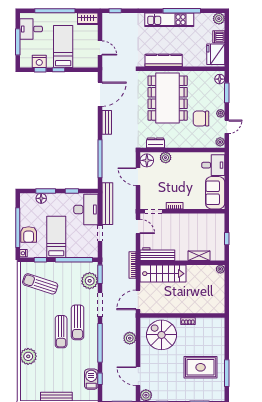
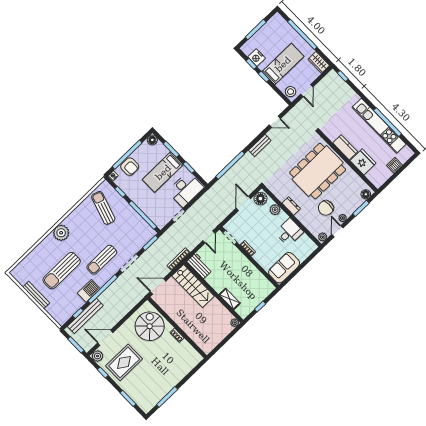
plant: (219, 19) -> (407, 153), removed
kitchen unit: (169, 20) -> (379, 126), width x1.36
desk: (31, 29) -> (274, 30), removed
fridge: (216, 54) -> (363, 162), moved, turned 90
kitchen counter: (164, 60) -> (345, 147), width x0.67
stool: (89, 61) -> (291, 92), added
door: (100, 94) -> (275, 122), width x0.53
chair: (201, 119) -> (326, 208), turned -90
door: (227, 127) -> (337, 231), swing flipped
dresser: (155, 143) -> (291, 206), moved
desk: (213, 165) -> (289, 232), moved, turned -90
floor lamp: (41, 198) -> (152, 140), moved
bench: (107, 204) -> (85, 316), moved
armchair: (29, 234) -> (130, 167), turned -90
bed: (56, 237) -> (163, 172), moved, turned 180
workbench: (157, 254) -> (200, 266), width x0.73
plant: (90, 281) -> (139, 240), removed
sun lounger: (61, 332) -> (62, 271), moved, width x1.36, depth x1.34
plant: (130, 338) -> (126, 306), removed
plant: (28, 356) -> (61, 233), moved
rug: (201, 367) -> (124, 362), moved, turned 90
door: (138, 376) -> (105, 338), hinge flipped
barbecue: (91, 379) -> (89, 291), moved

